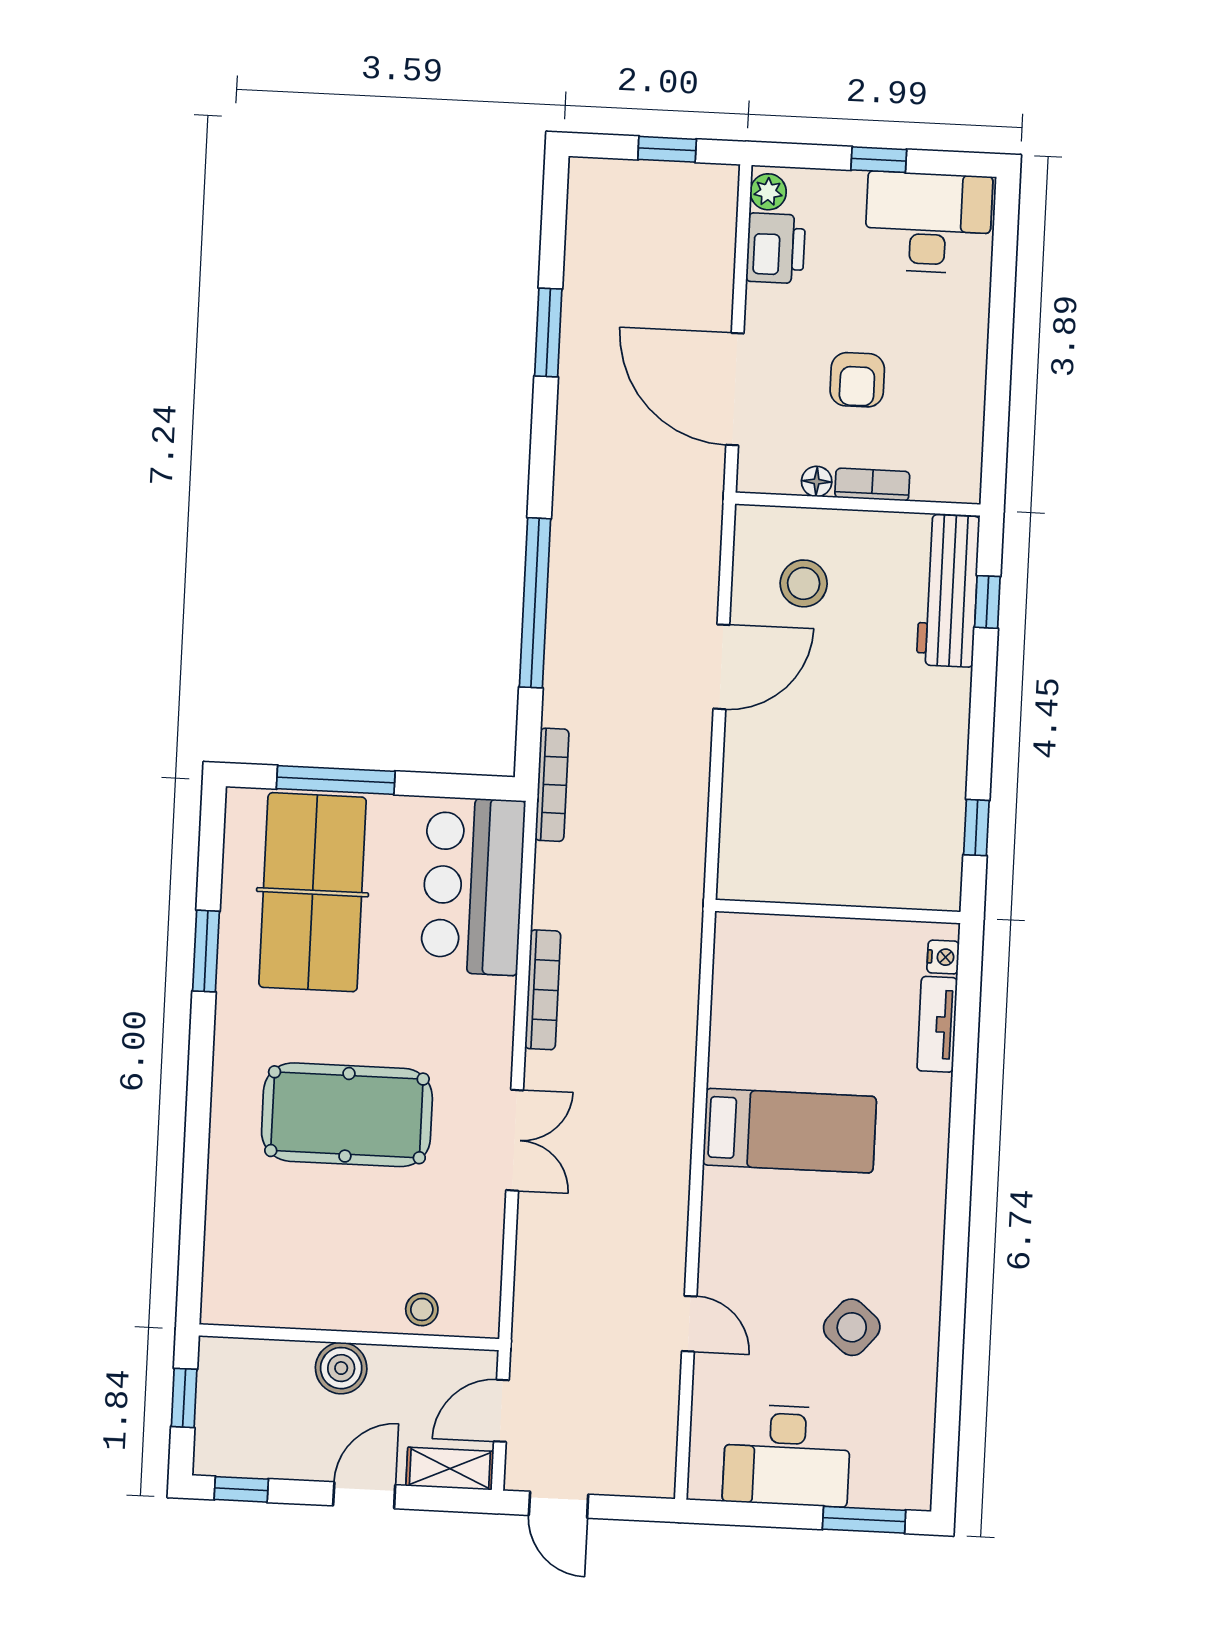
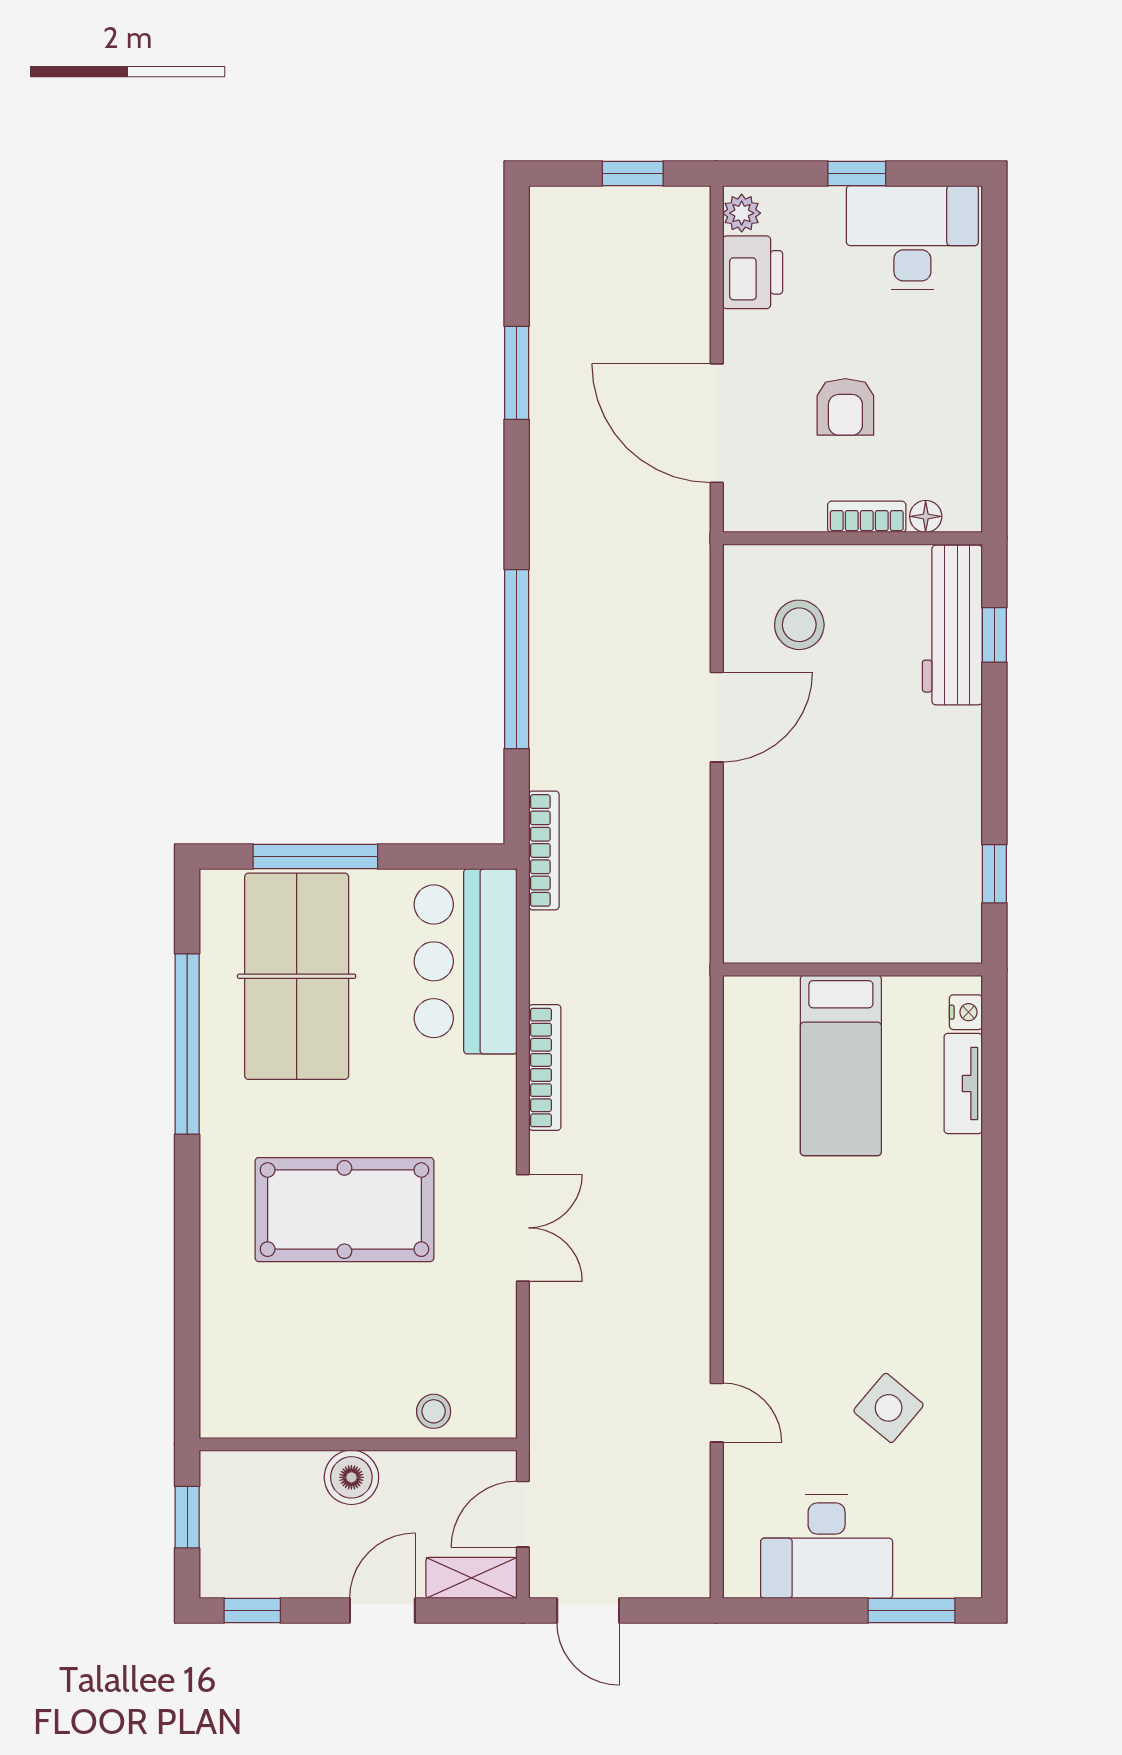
floor lamp: (817, 481) -> (926, 516), moved
window: (206, 951) -> (187, 1044), width x2.11
bed: (790, 1131) -> (841, 1065), moved, turned 90

